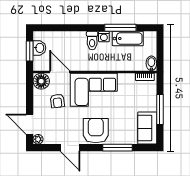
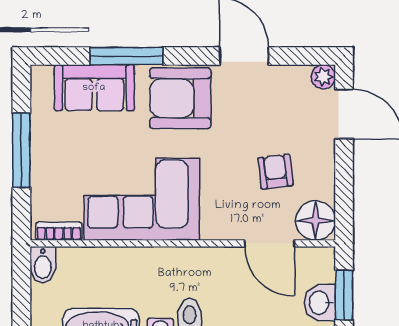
corner sofa: (94, 90) -> (142, 199), moved
sofa: (147, 128) -> (94, 88), moved, turned 90
armchair: (96, 131) -> (180, 98), turned 90

